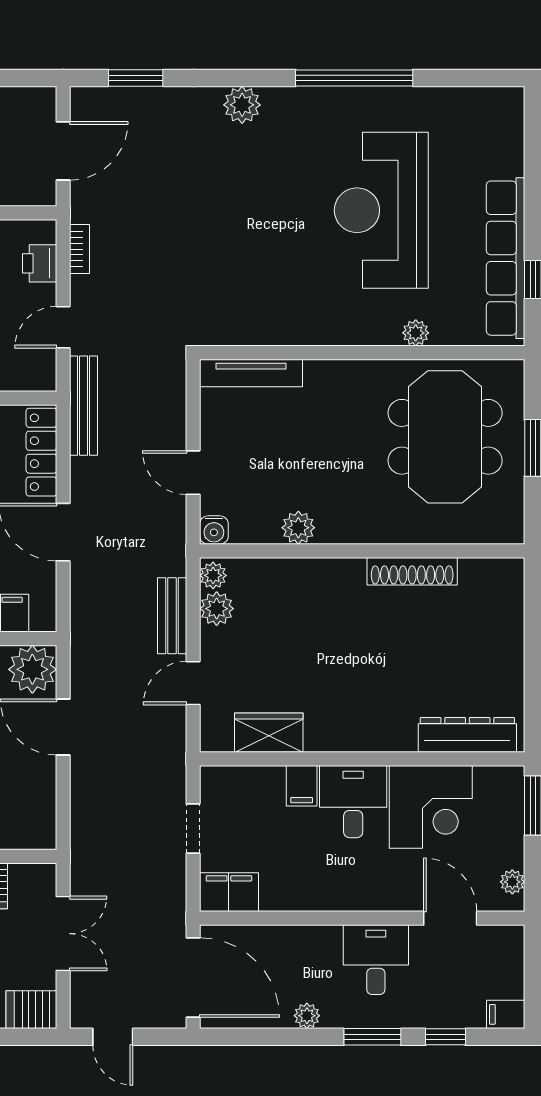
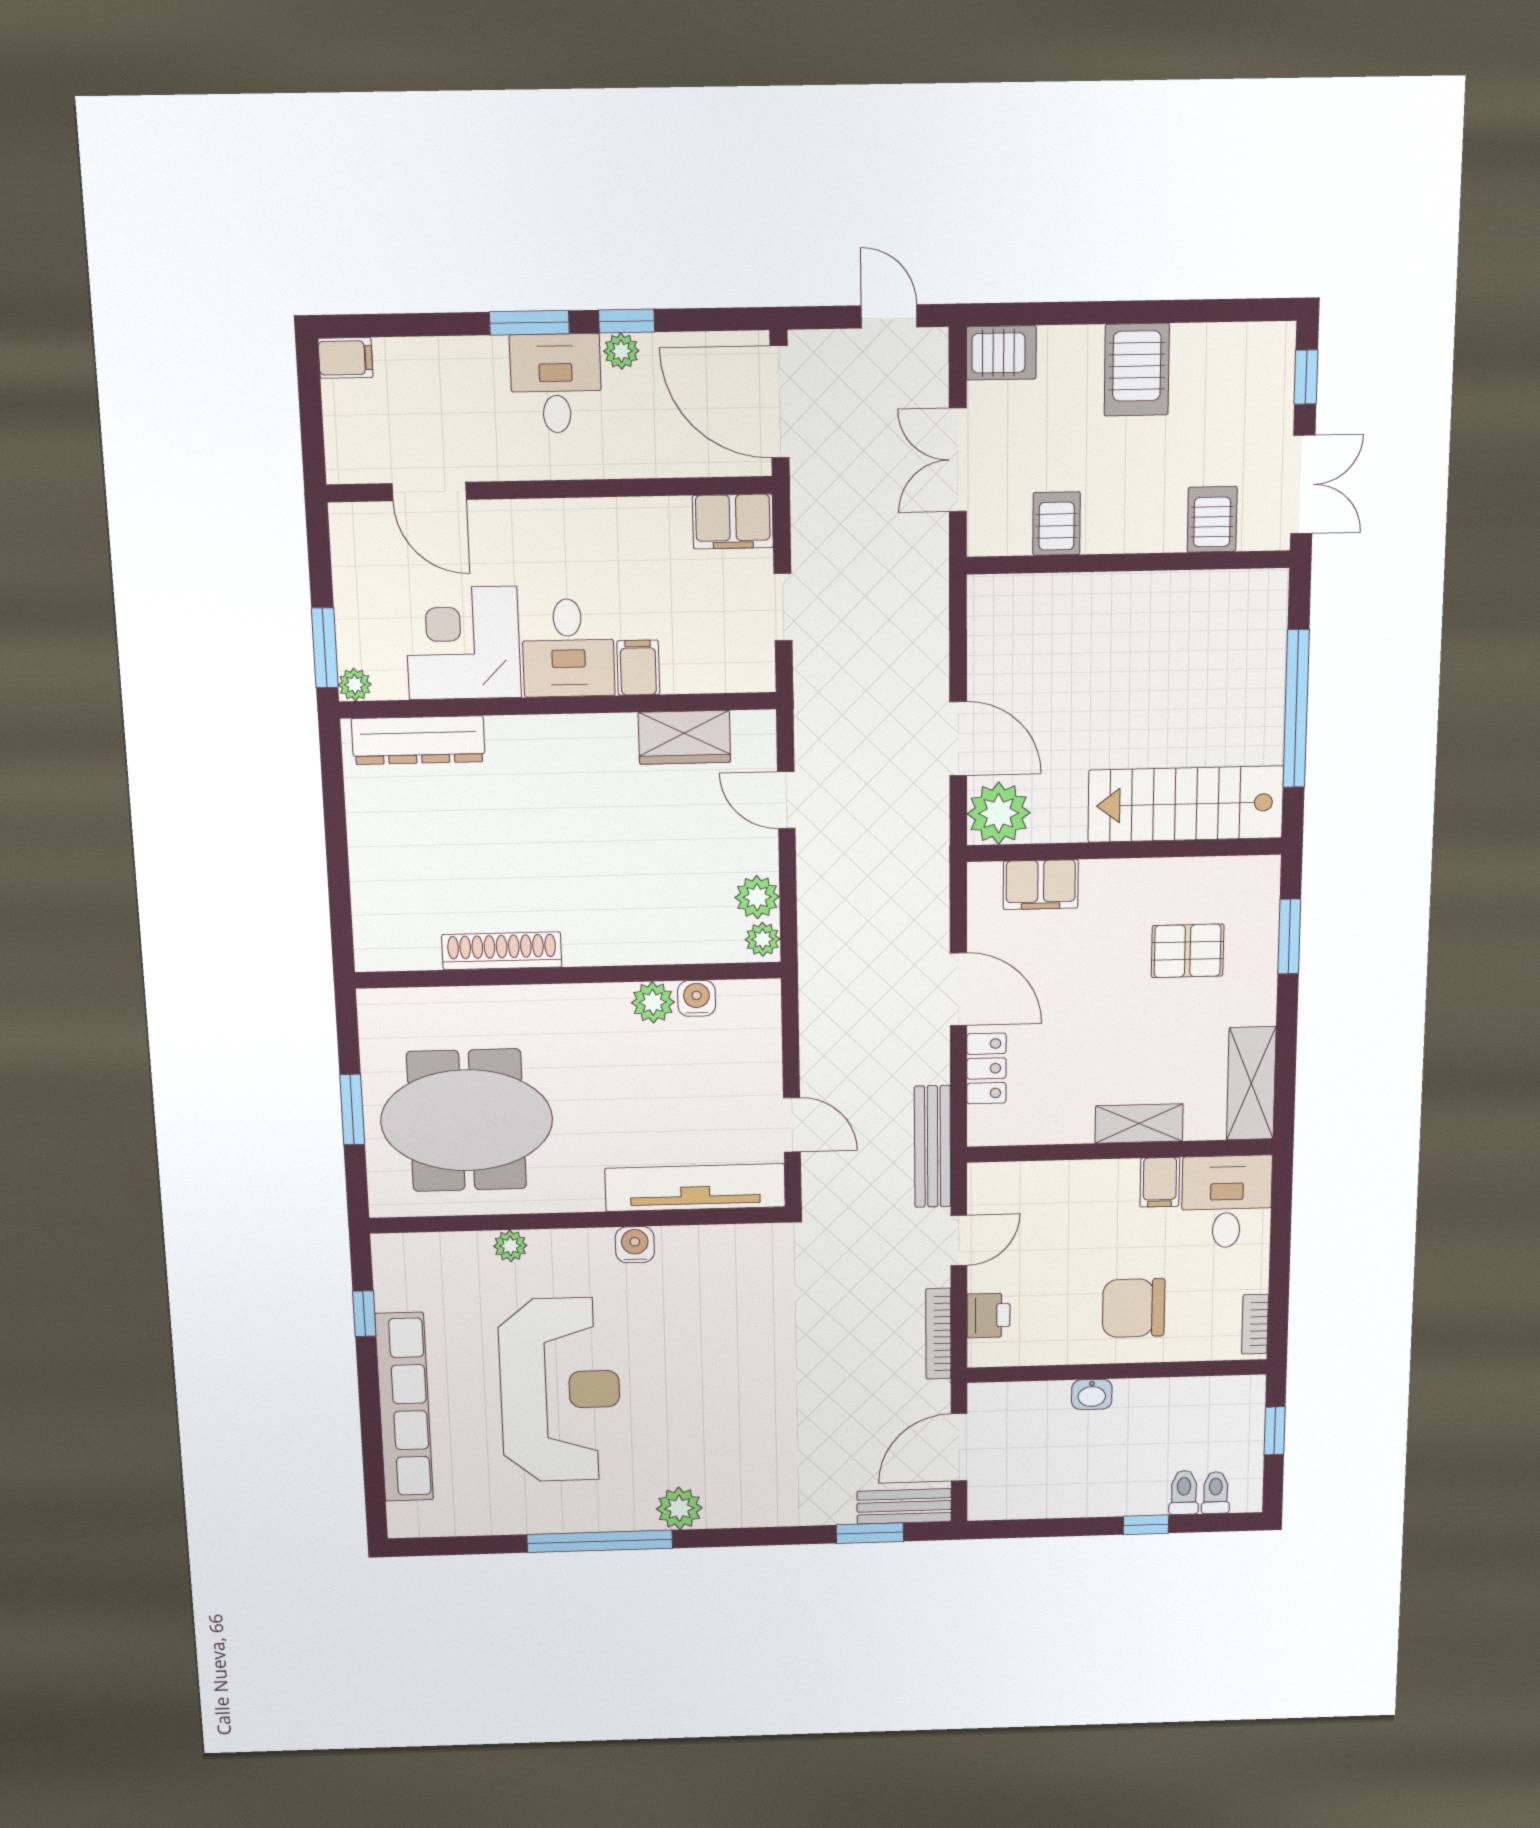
plant: (242, 105) -> (679, 1508), moved
bookcase: (79, 249) -> (938, 1334), width x1.56
row of seats: (506, 258) -> (404, 1407), moved
water cooler: (318, 331) -> (635, 1245), added
tv unit: (251, 373) -> (695, 1188), width x1.36, depth x1.29
meeting table: (445, 437) -> (467, 1120), turned 90
locker: (41, 452) -> (986, 1068), width x0.66
door: (193, 473) -> (792, 1125), moved
water cooler: (214, 530) -> (697, 998), moved
bench: (172, 616) -> (904, 1506), moved, turned 90
door: (193, 683) -> (786, 800), swing flipped
plant: (512, 882) -> (355, 685), moved
desk: (376, 960) -> (556, 383), moved, turned 180
window: (445, 1037) -> (627, 321), moved

